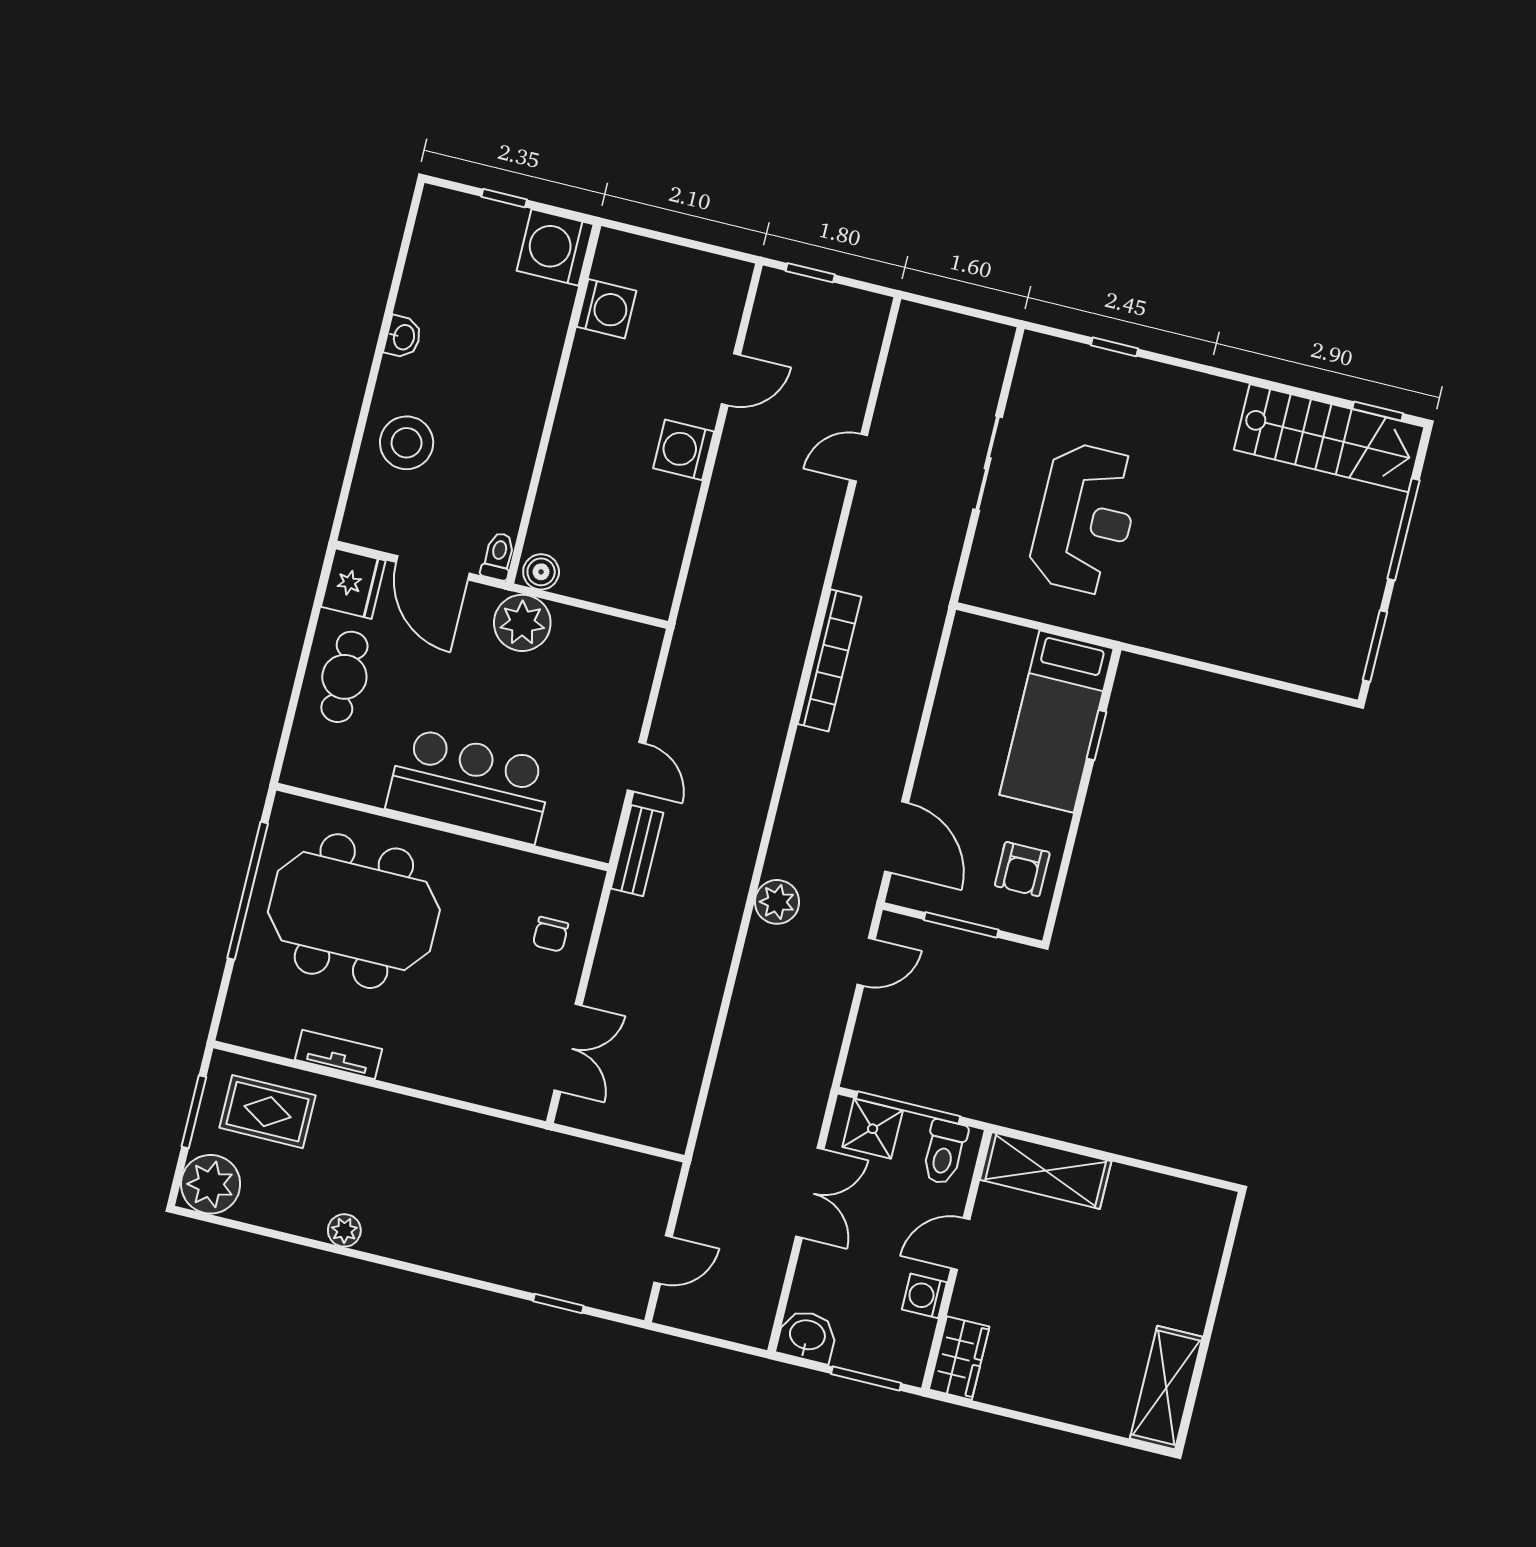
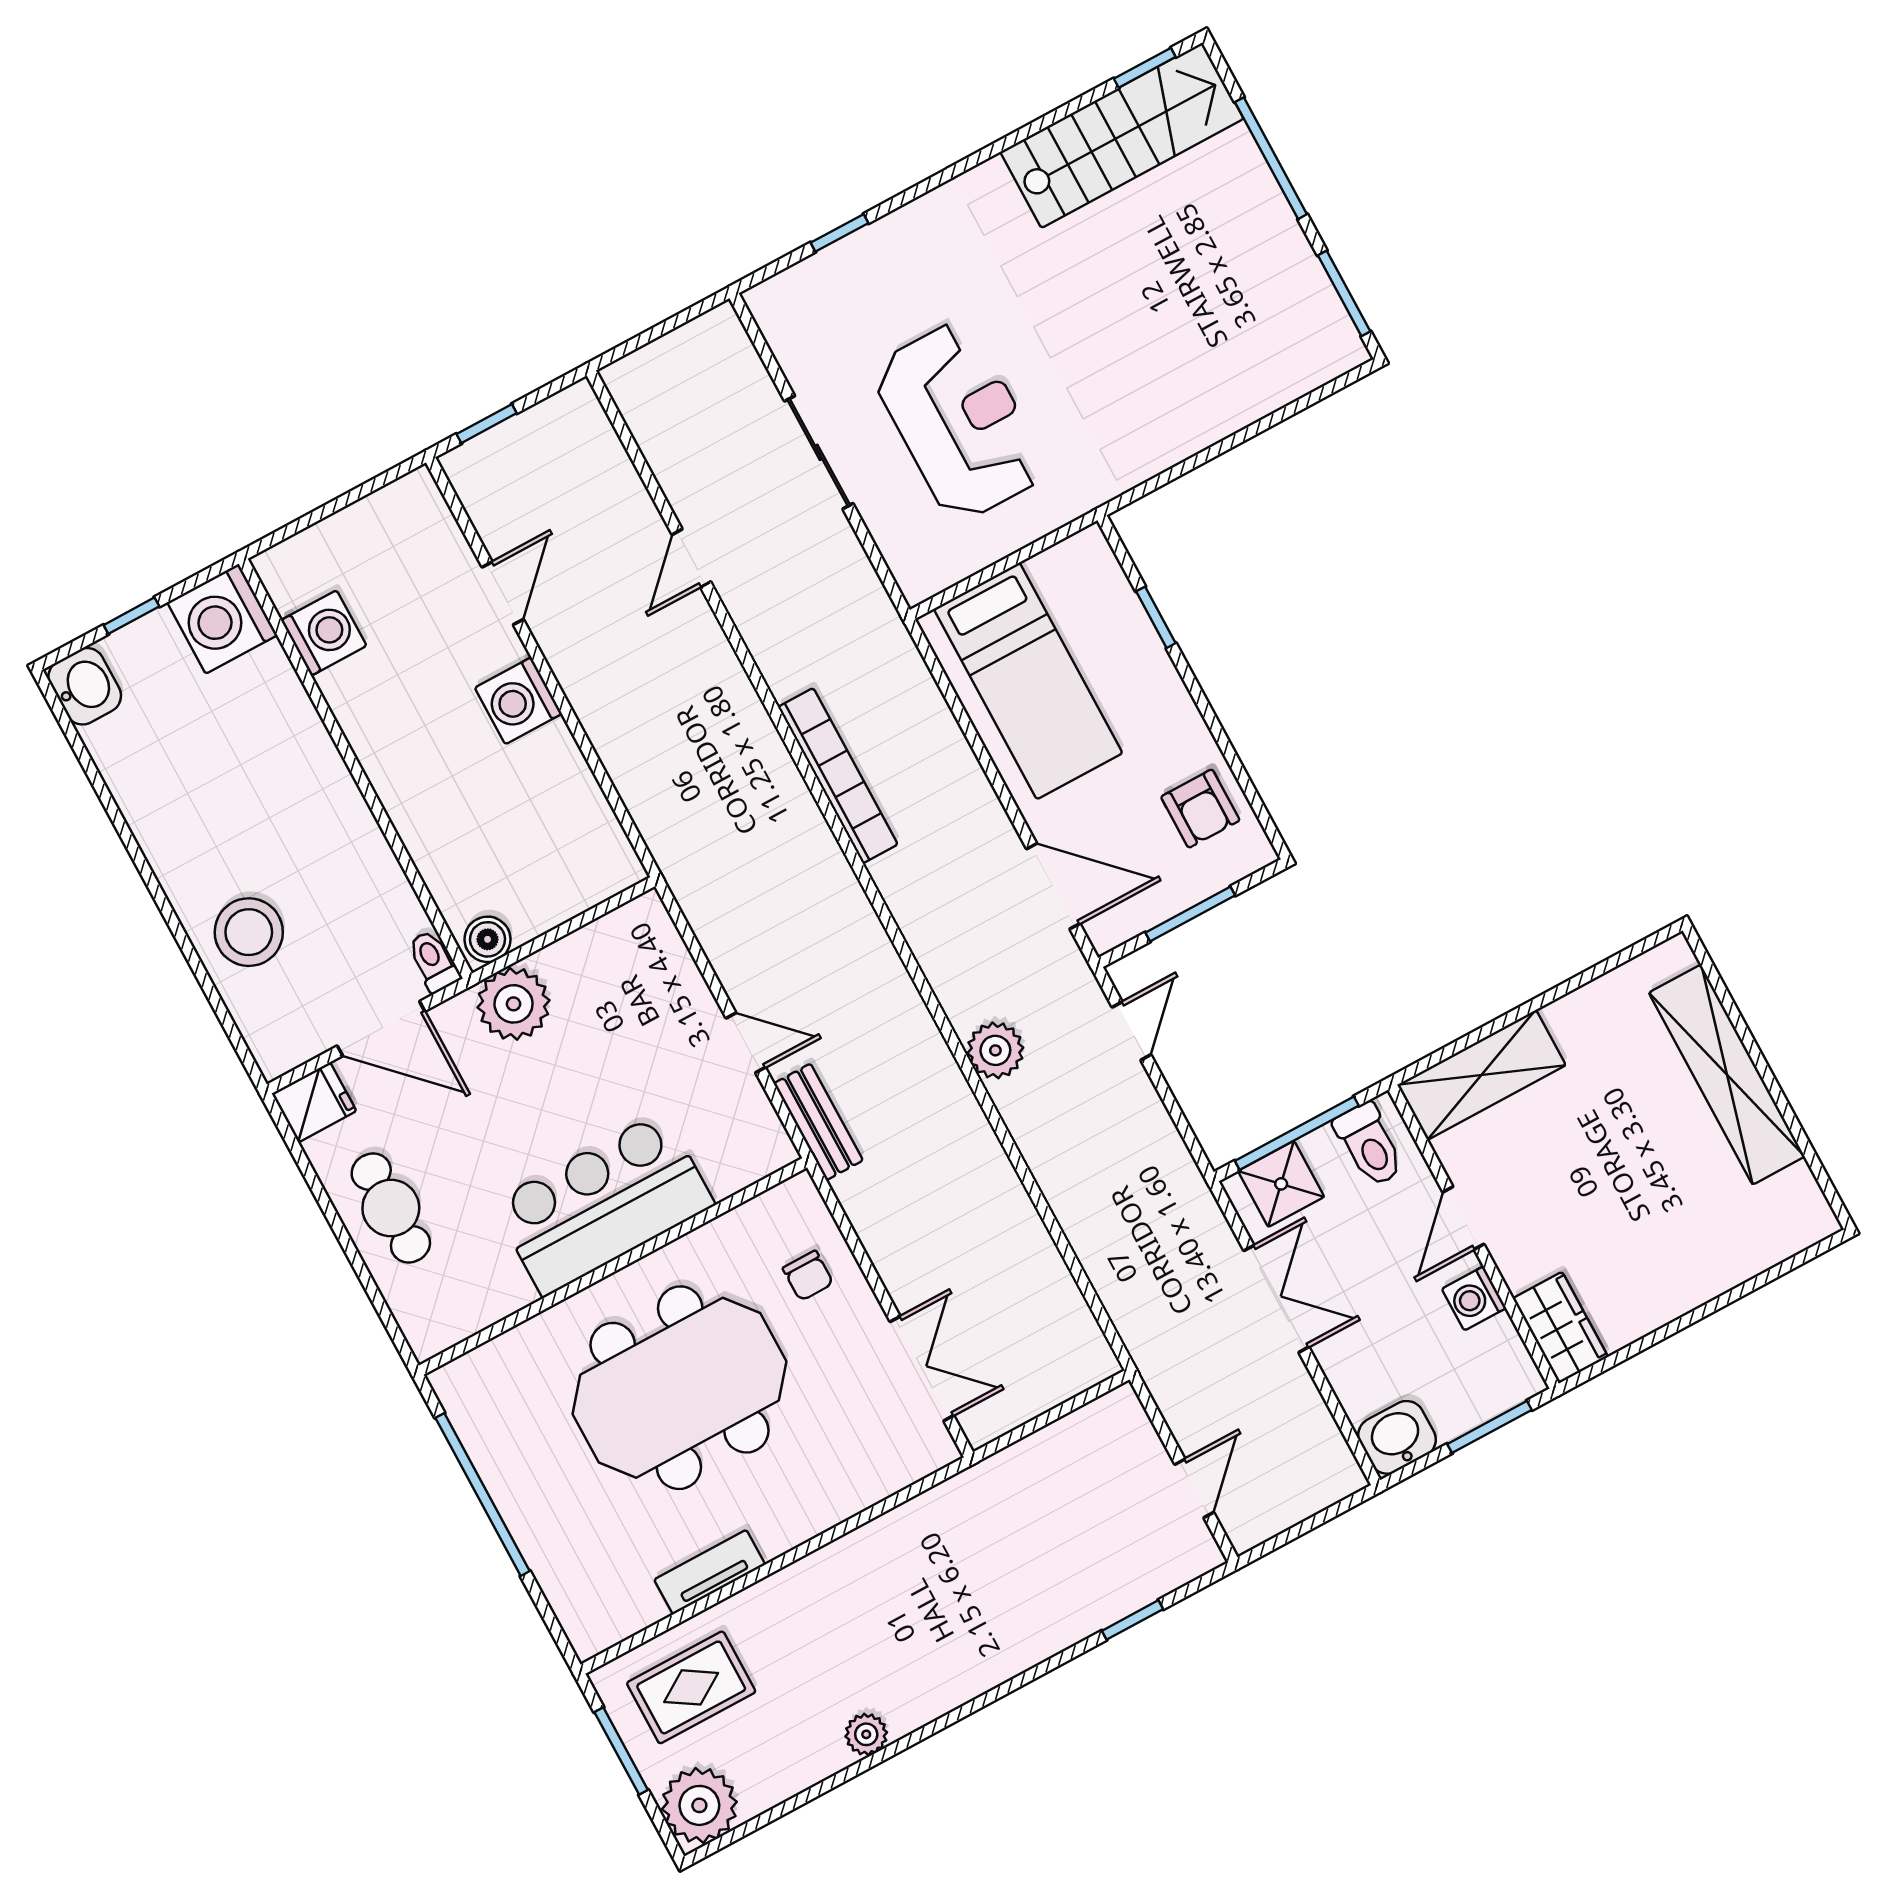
washbasin: (403, 337) -> (85, 686), moved, width x1.38, depth x1.45
fridge: (353, 584) -> (314, 1102), width x0.72
bed: (1057, 722) -> (1028, 681), moved
meeting table: (354, 911) -> (680, 1388), moved
shelving: (1166, 1388) -> (1727, 1075), moved, width x1.47

